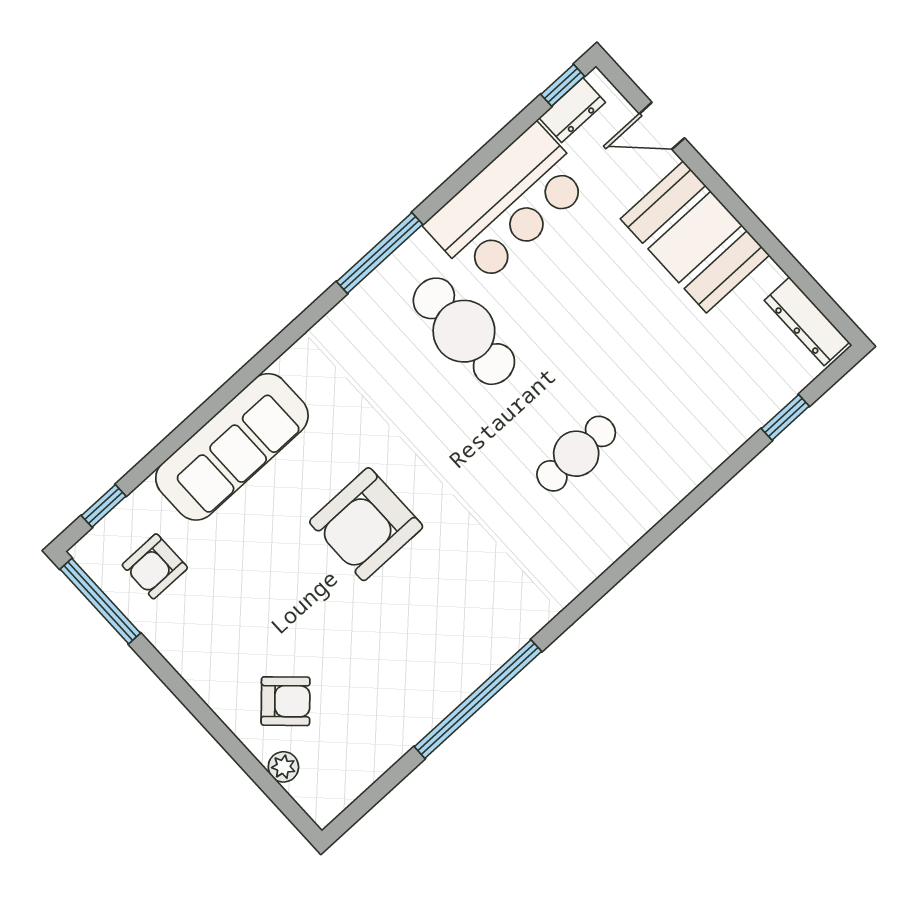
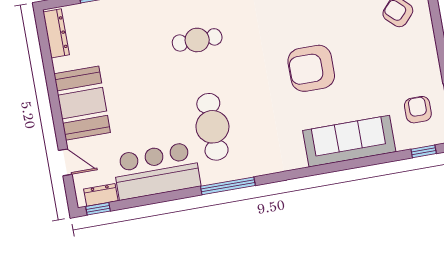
armchair: (366, 524) -> (311, 68), turned 180
armchair: (155, 566) -> (418, 110), turned -90

